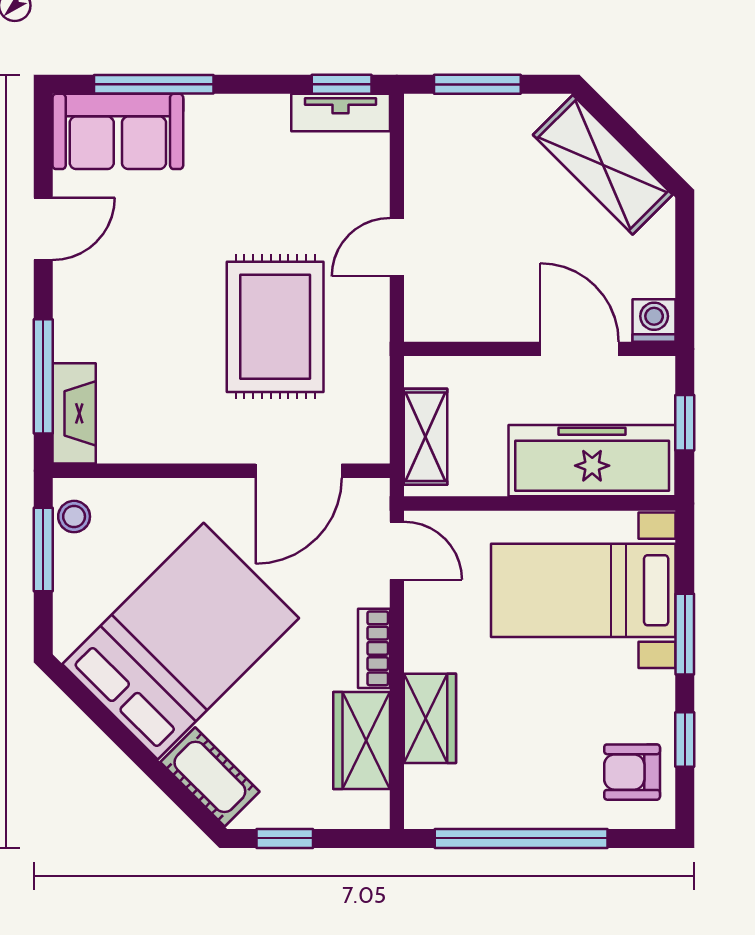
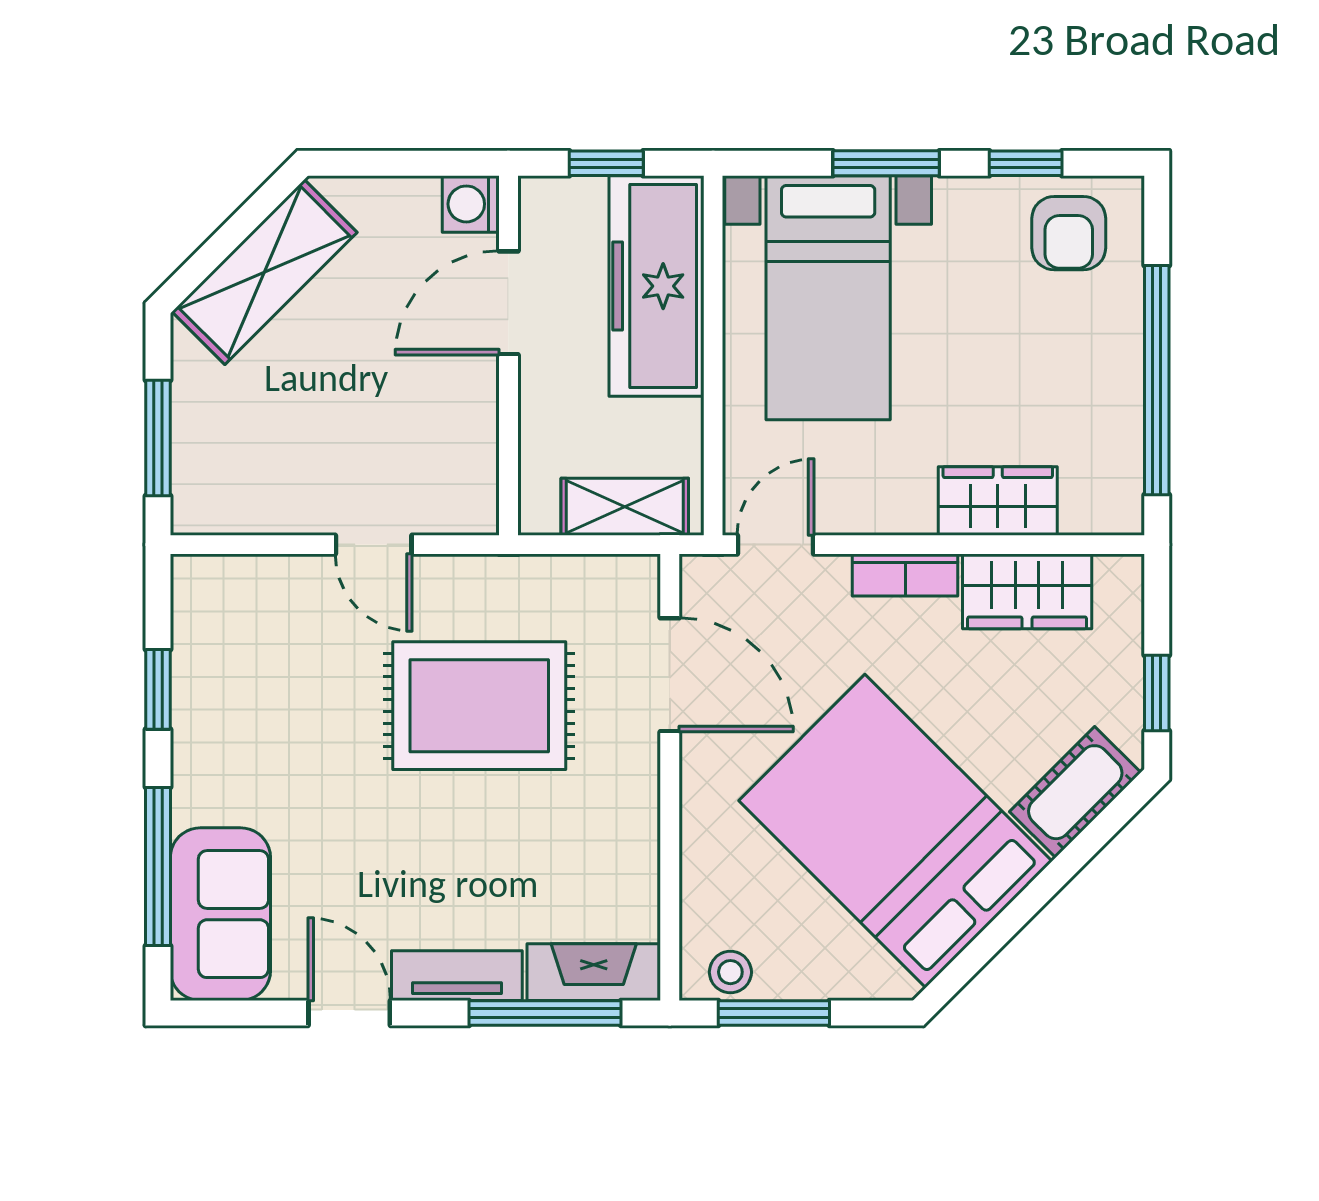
window: (342, 84) -> (158, 689), moved
tv unit: (341, 113) -> (457, 976), moved, turned -90

